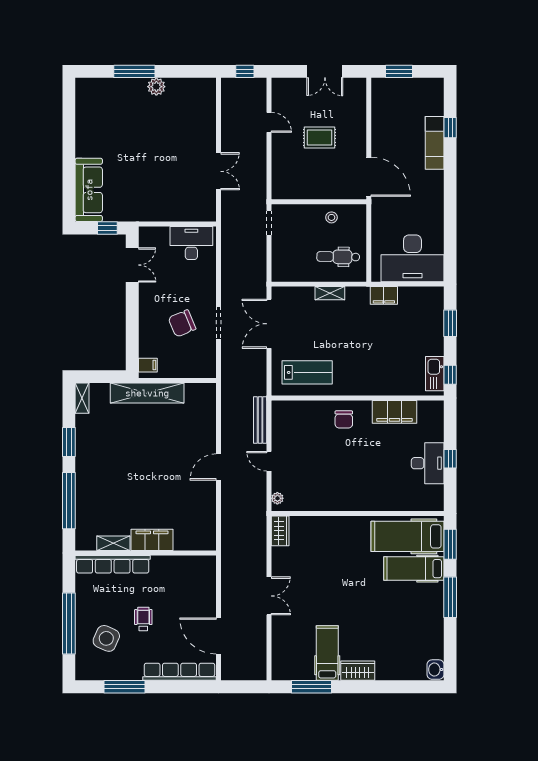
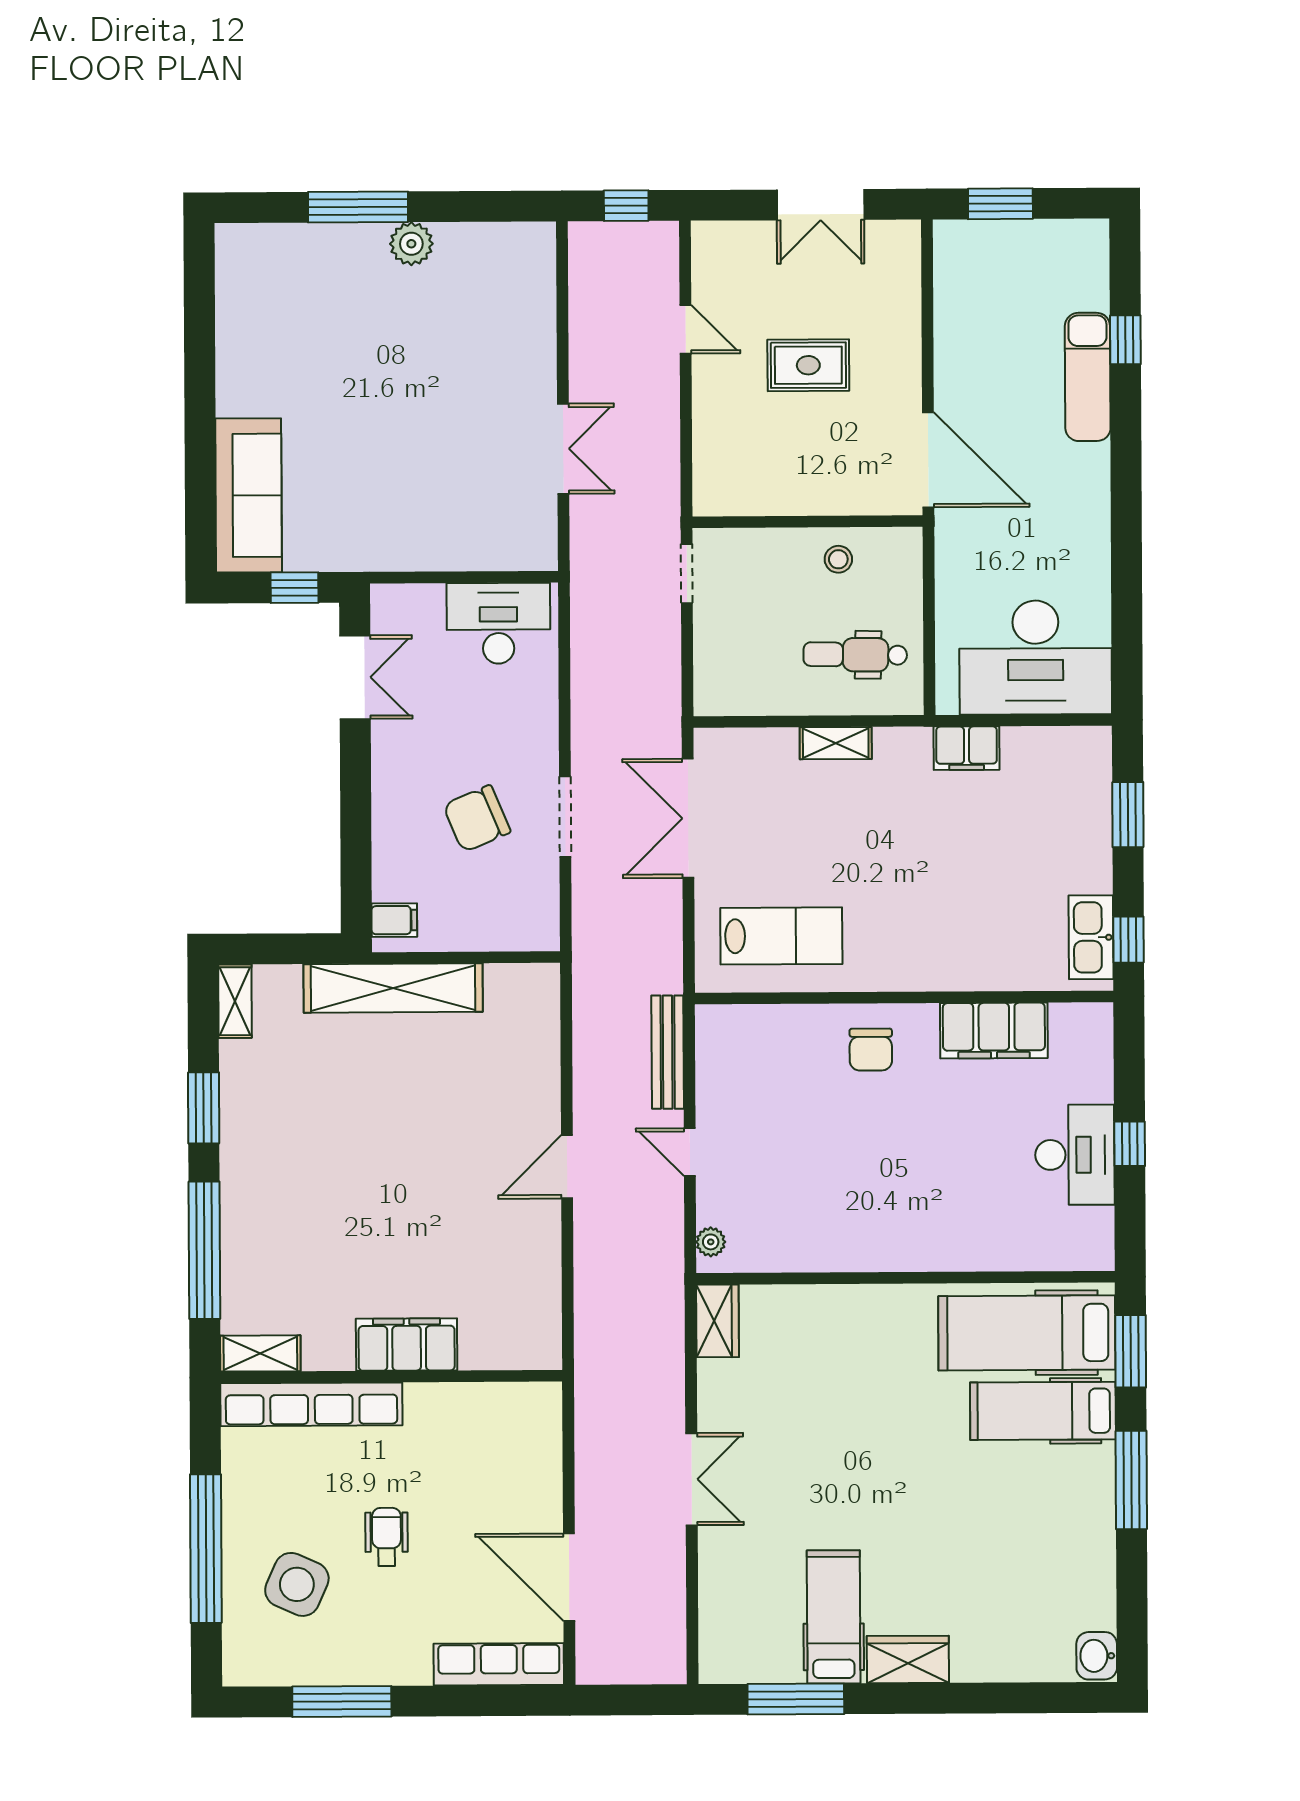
shelving: (113, 543) -> (260, 1353), moved
row of seats: (180, 672) -> (499, 1664), width x0.73

